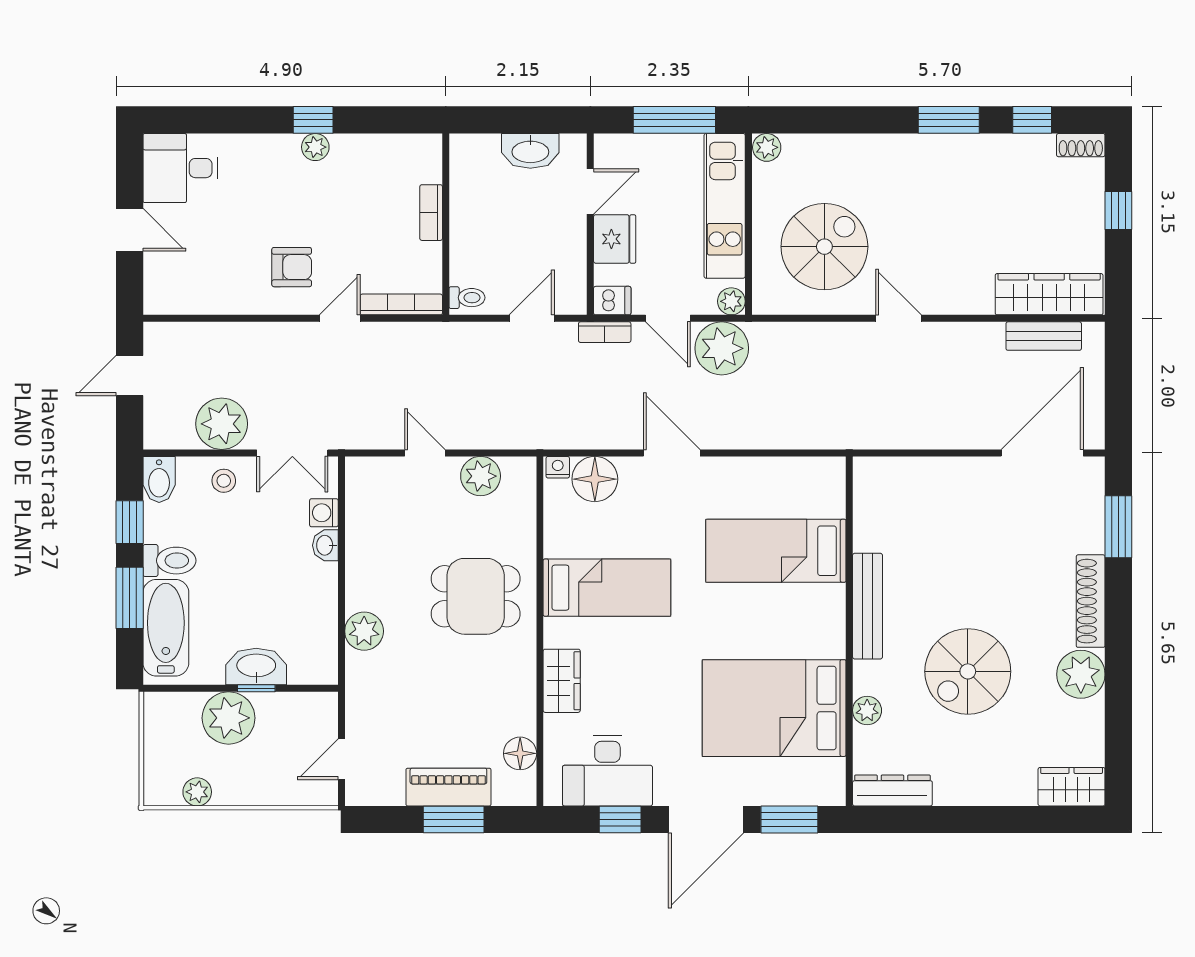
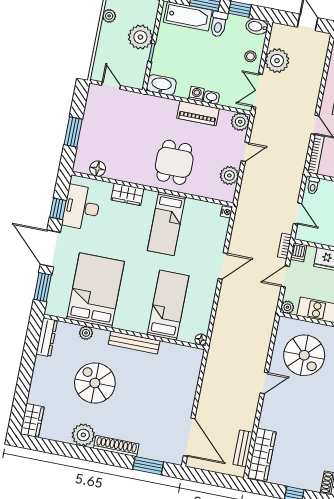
plant: (722, 348) -> (266, 299), removed
floor lamp: (595, 479) -> (201, 339), moved, width x0.53, depth x0.53
washing machine: (324, 513) -> (197, 94), moved
plant: (364, 631) -> (240, 122), moved
washbasin: (256, 667) -> (161, 85), moved, turned -90
piano: (448, 787) -> (198, 113), moved, turned 90

